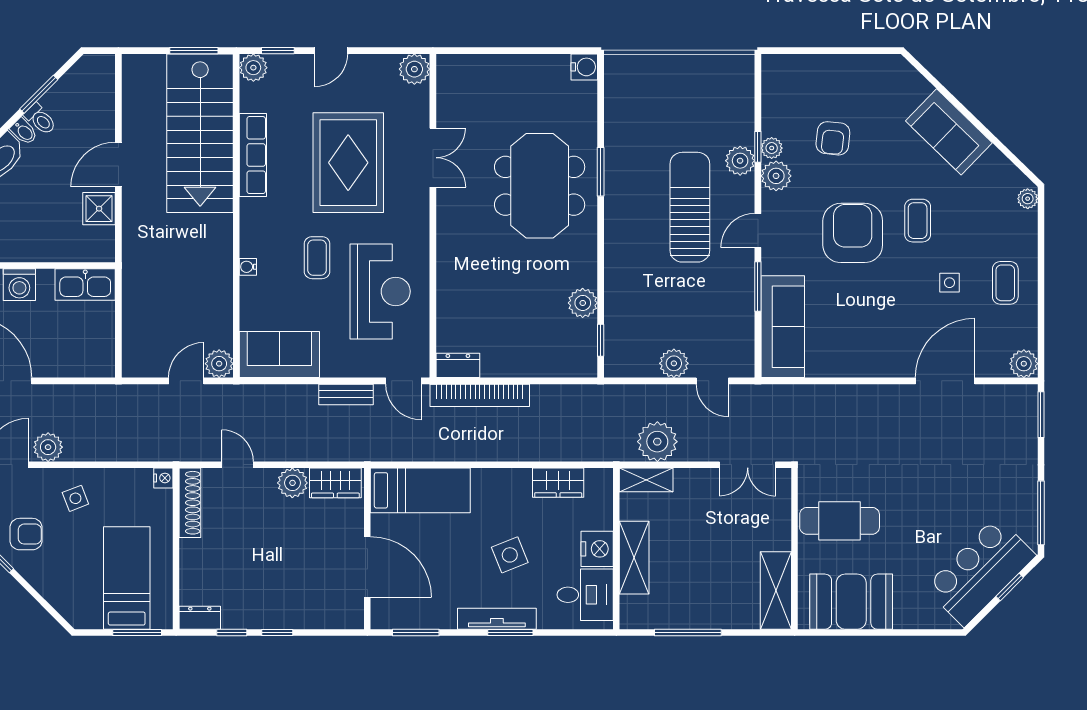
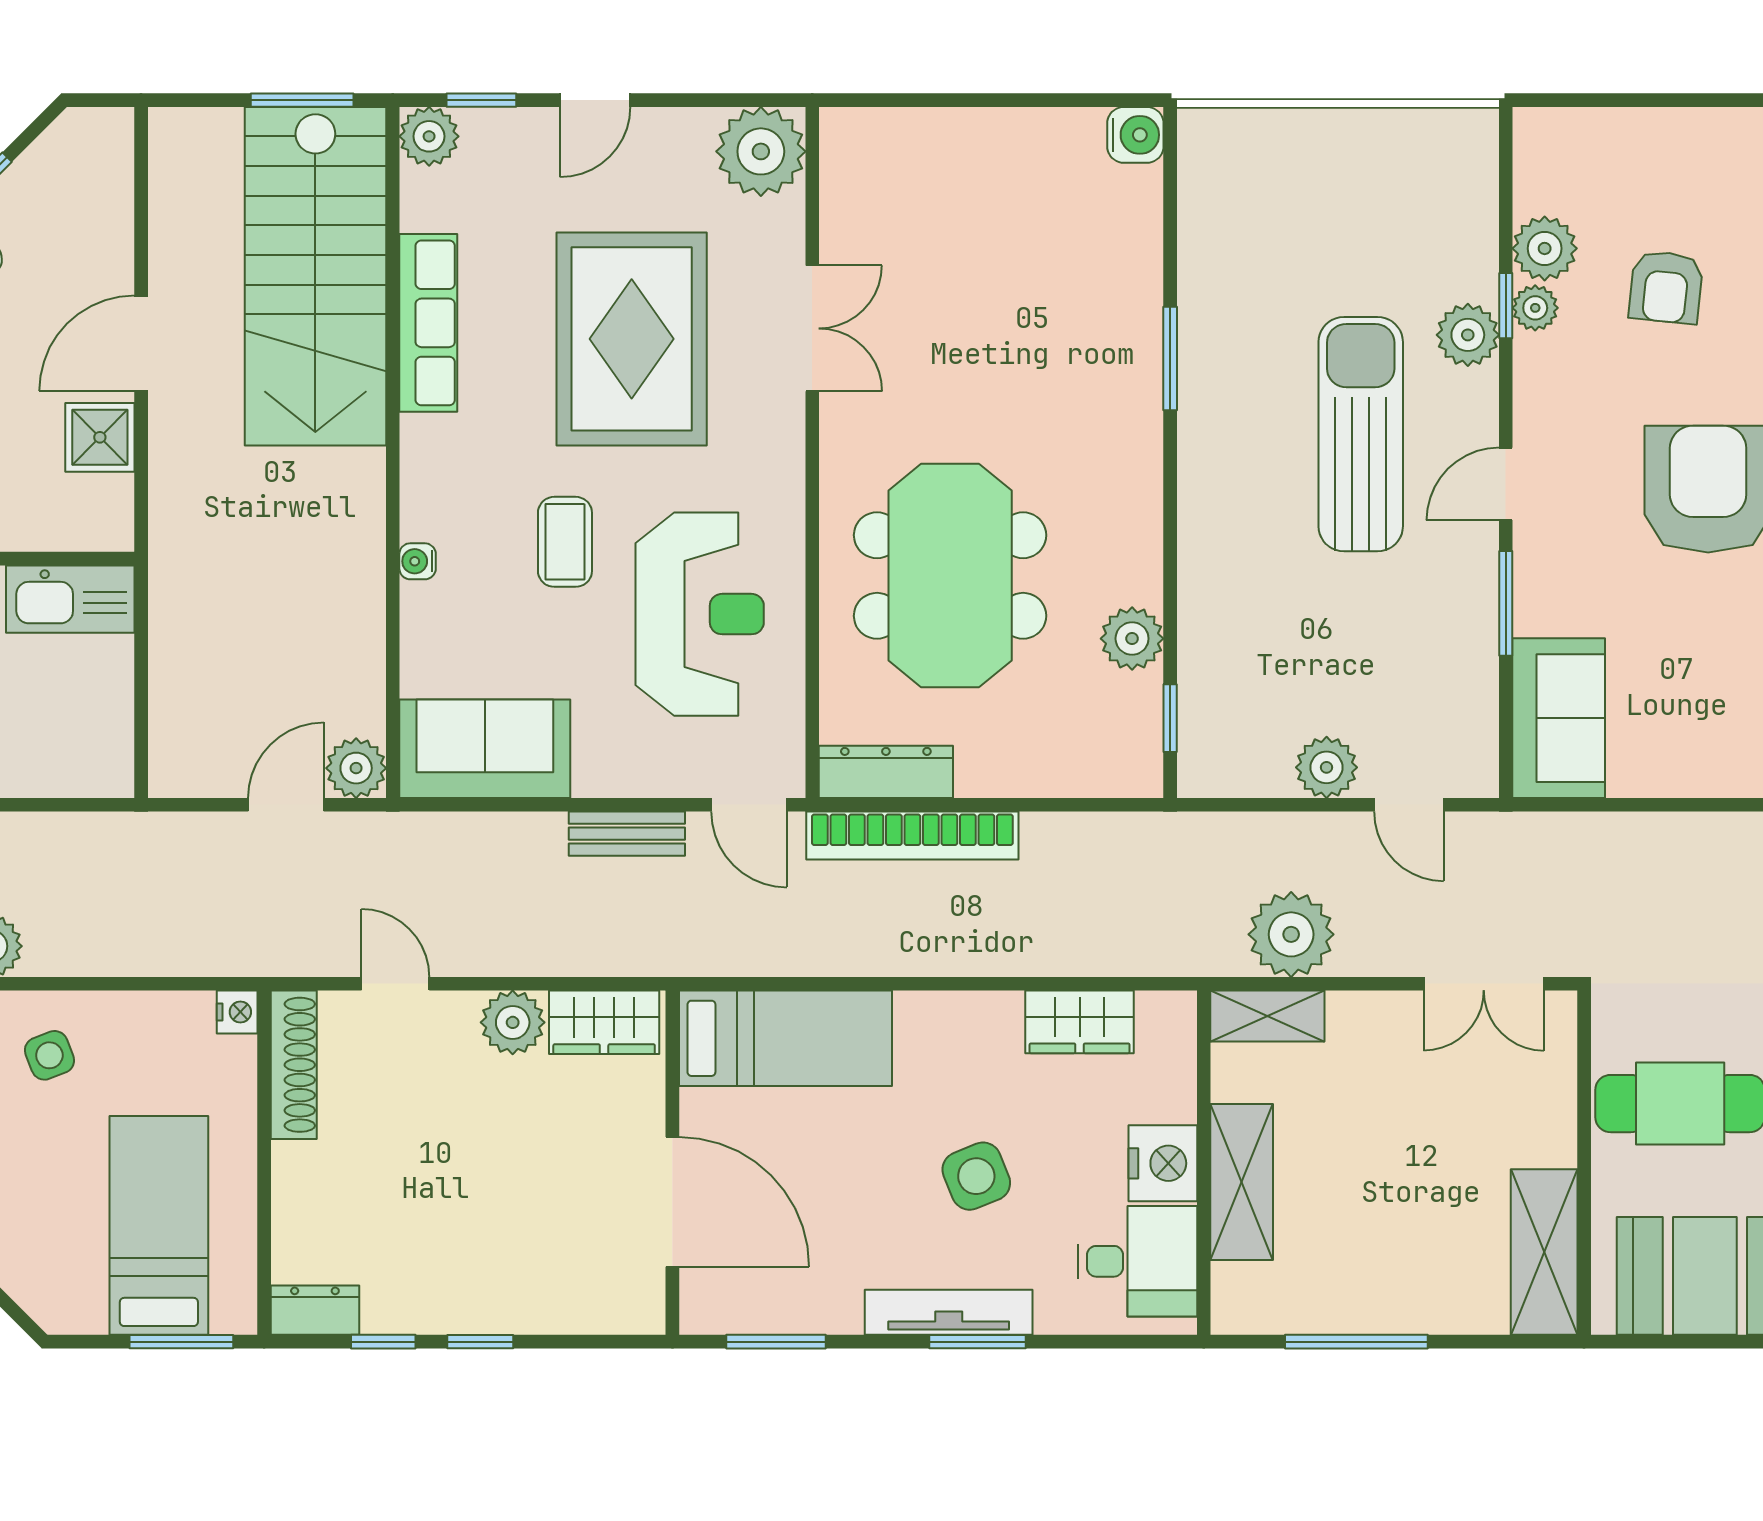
plant: (414, 69) -> (761, 151), width x1.36, depth x1.36
plant: (776, 176) -> (1545, 248), moved
meeting table: (540, 186) -> (950, 576), moved
sofa: (783, 327) -> (1559, 718), width x0.73
dresser: (458, 365) -> (886, 772), width x1.44

